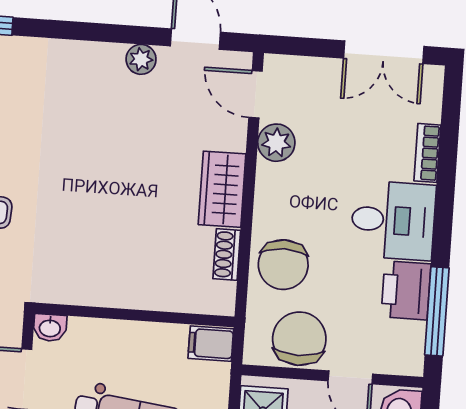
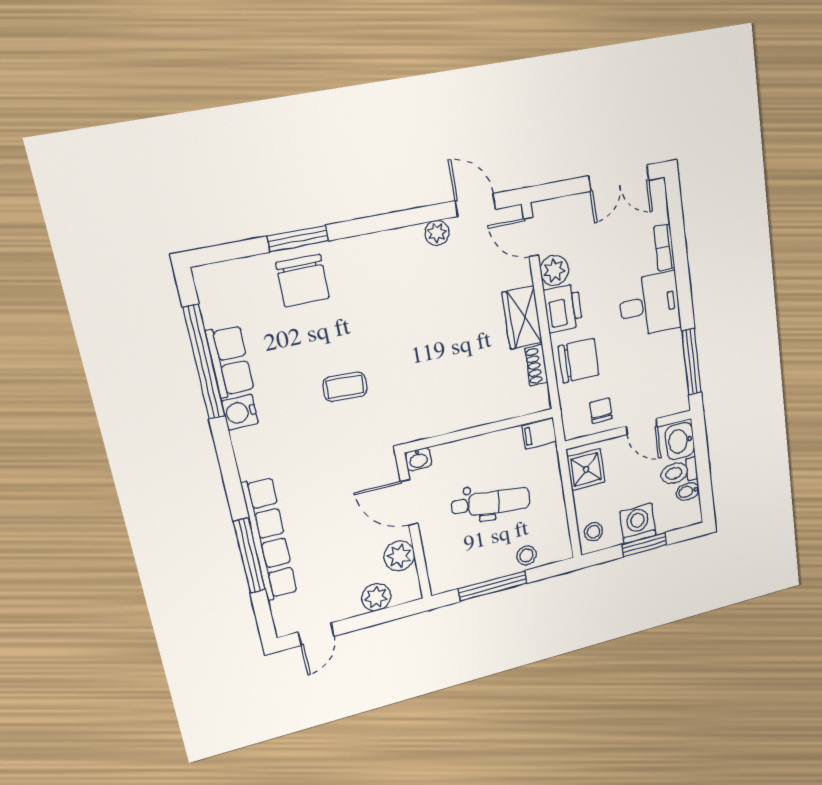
chair: (283, 265) -> (578, 361), turned -90
printer: (406, 290) -> (563, 308), moved, turned 180
chair: (299, 339) -> (601, 411), width x0.54, depth x0.54

